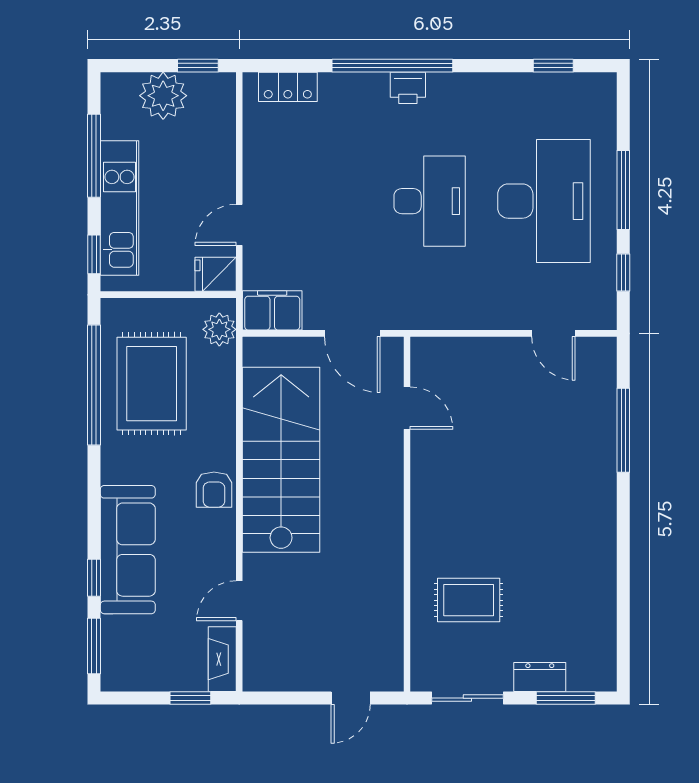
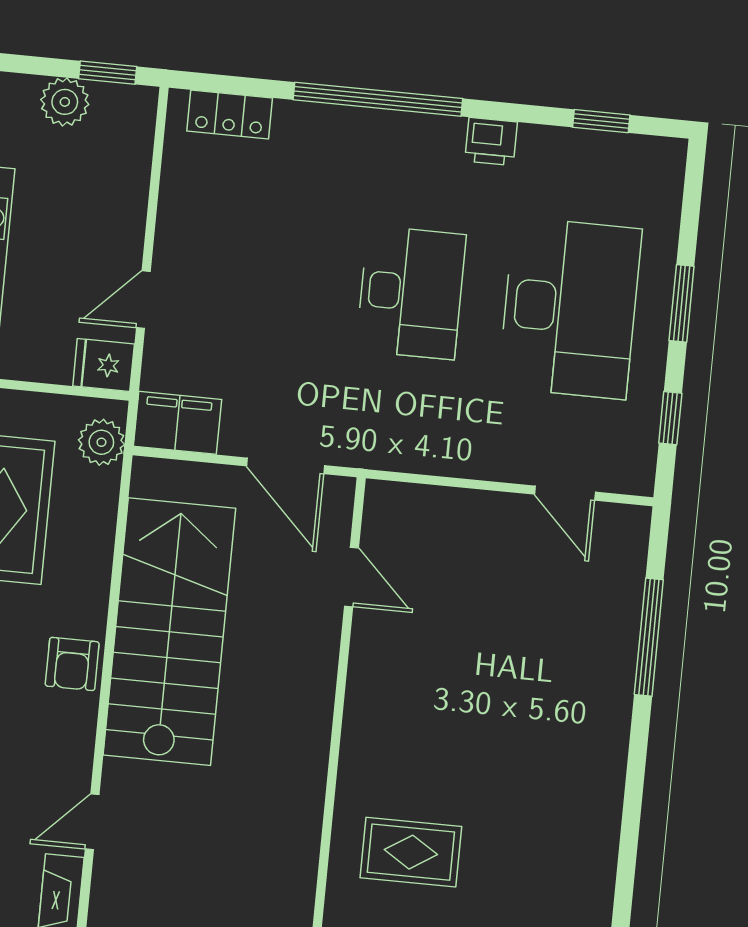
printer: (408, 88) -> (491, 142), moved
plant: (163, 96) -> (65, 102), width x0.73, depth x0.73
window: (623, 190) -> (682, 303), width x0.69

